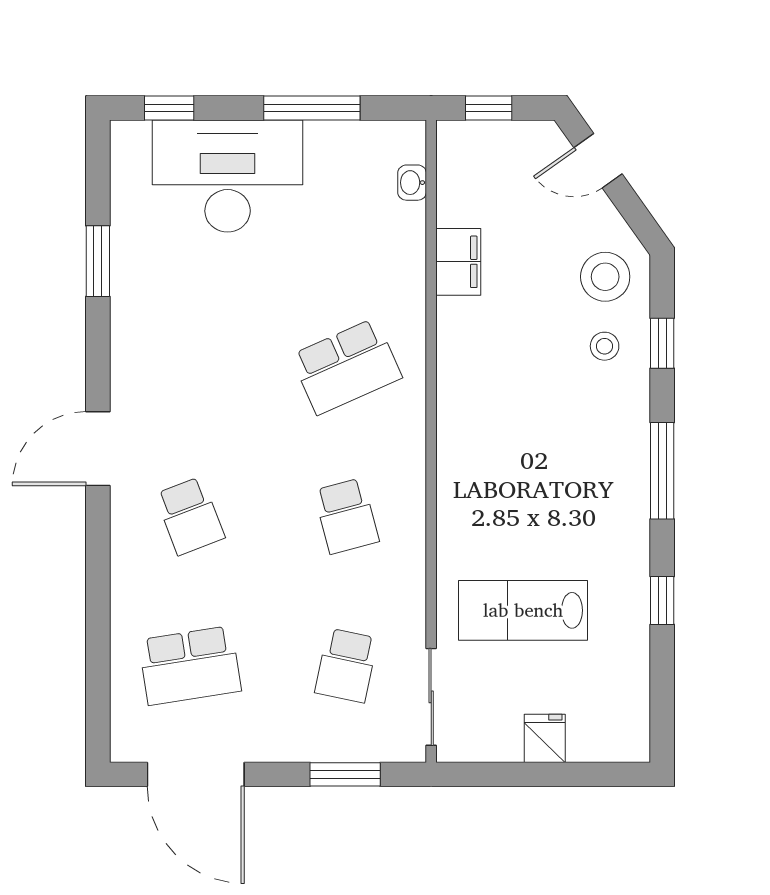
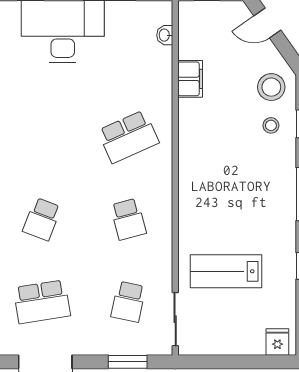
school desk: (190, 516) -> (42, 219), turned 42
fridge: (545, 738) -> (277, 342), moved

